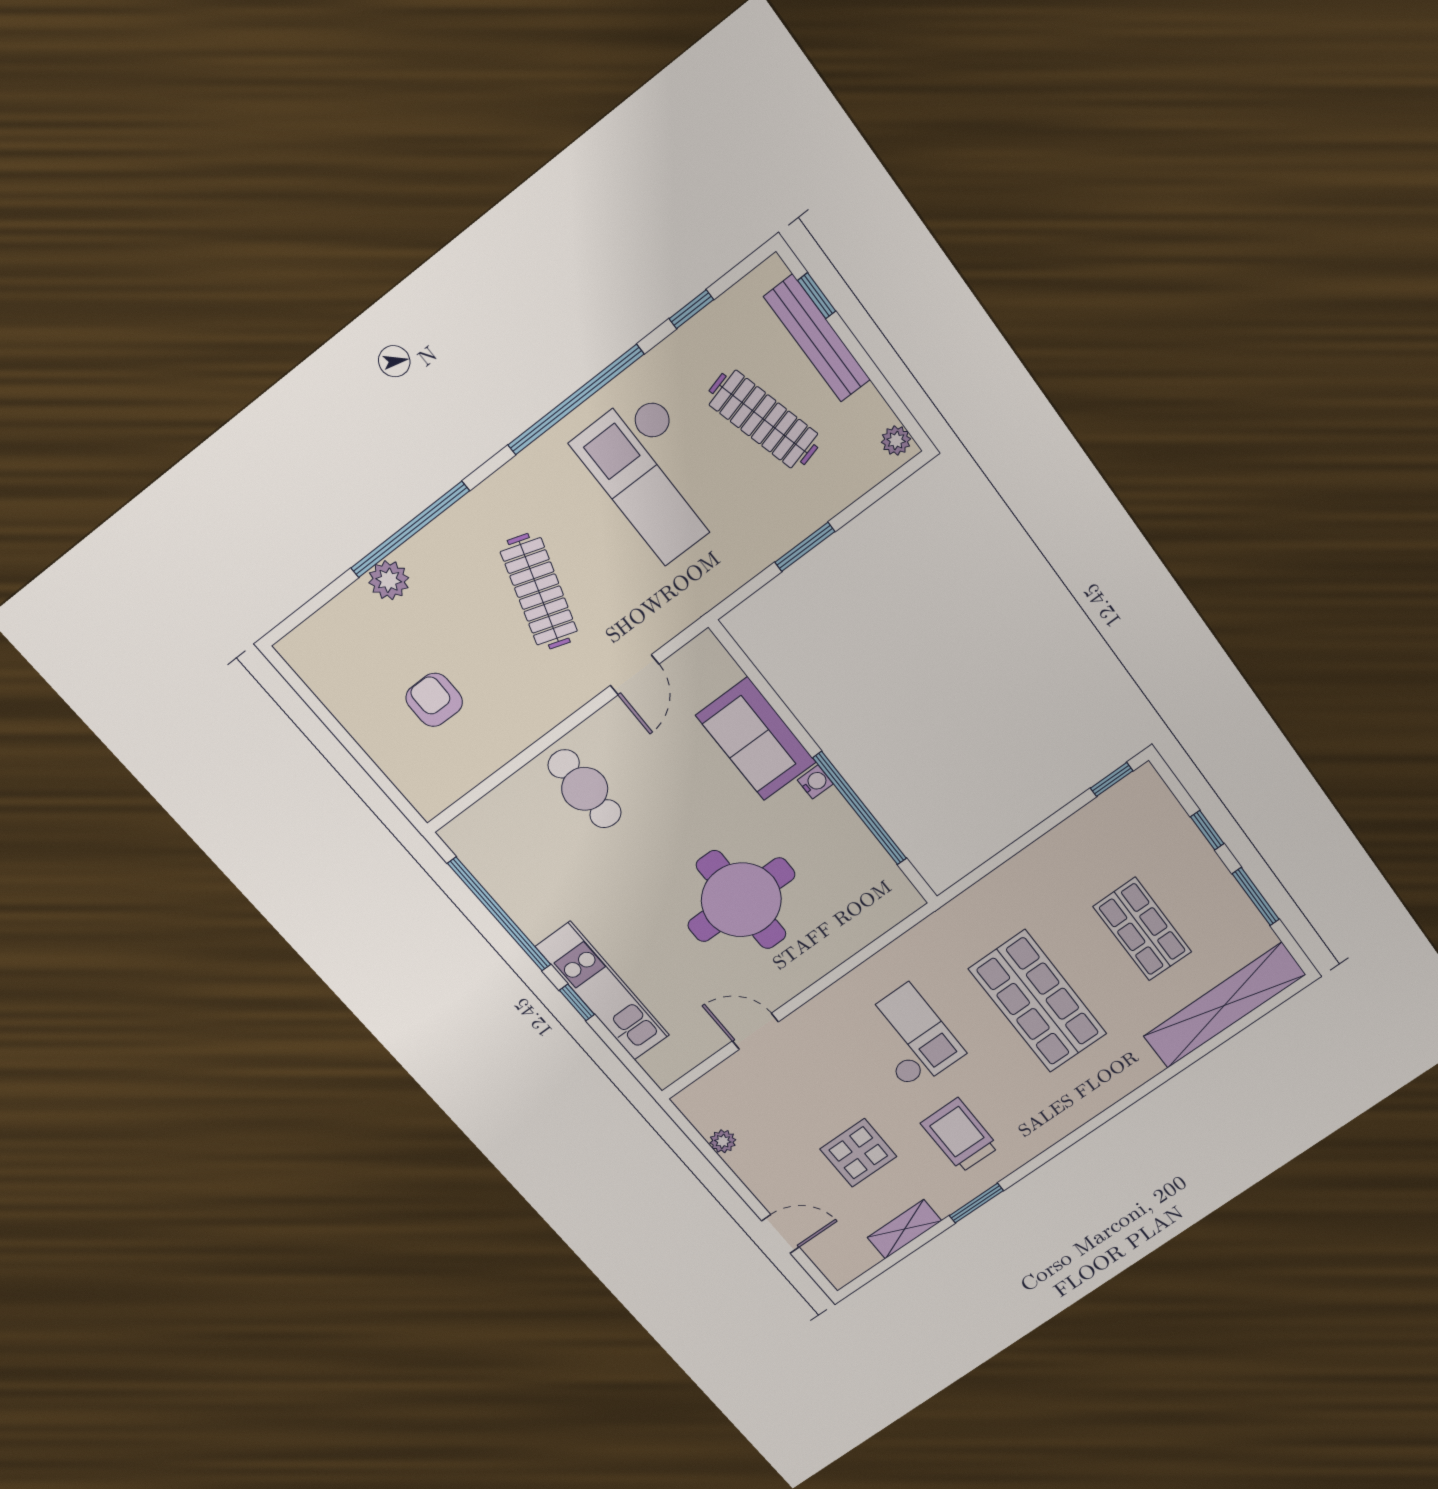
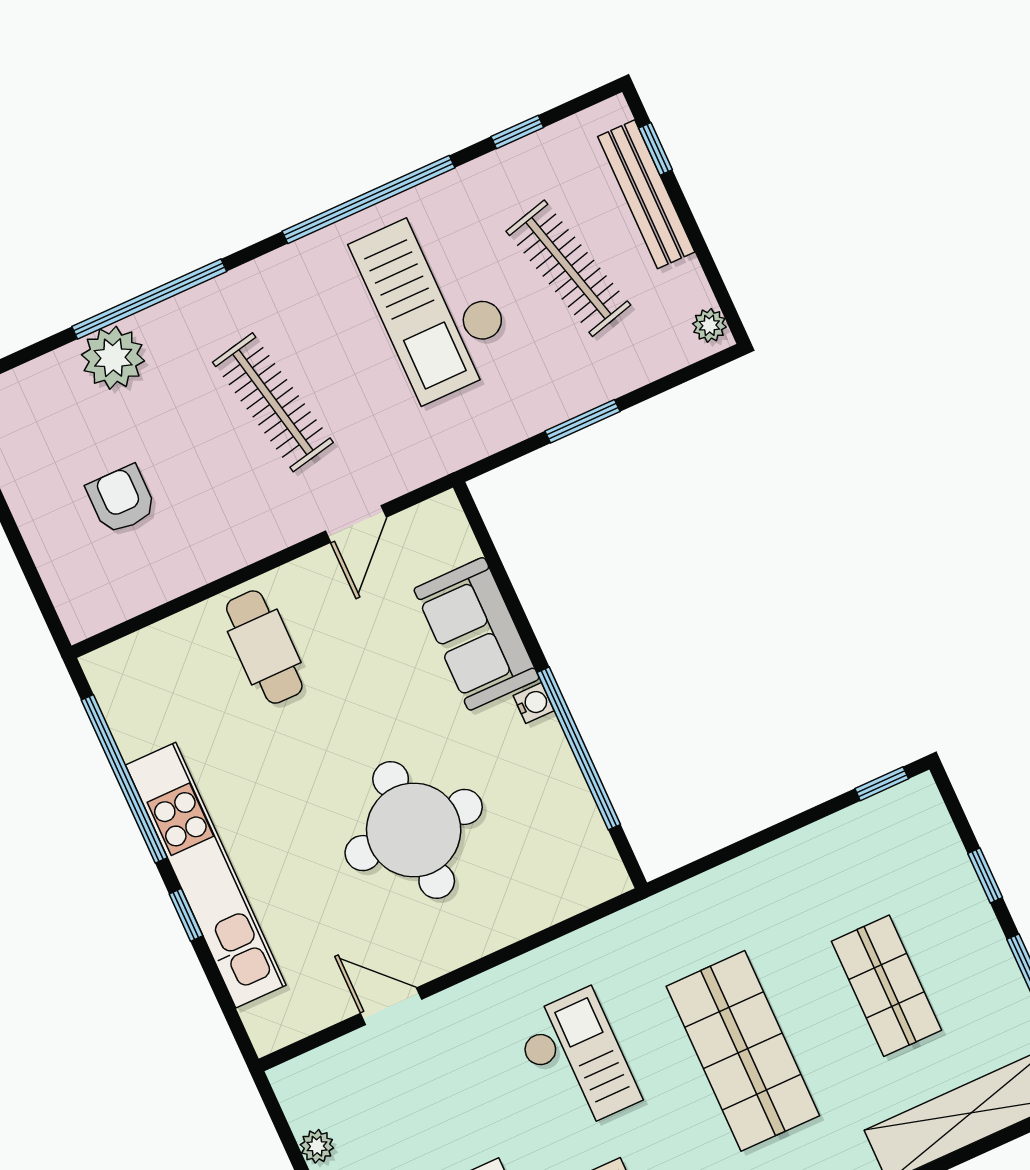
plant: (389, 580) -> (113, 358), width x1.36, depth x1.36
clothes rail: (539, 592) -> (273, 402), turned -30
kitchen unit: (603, 991) -> (206, 875), width x1.36

